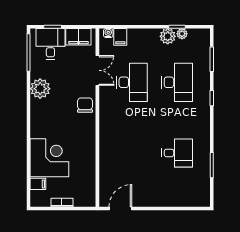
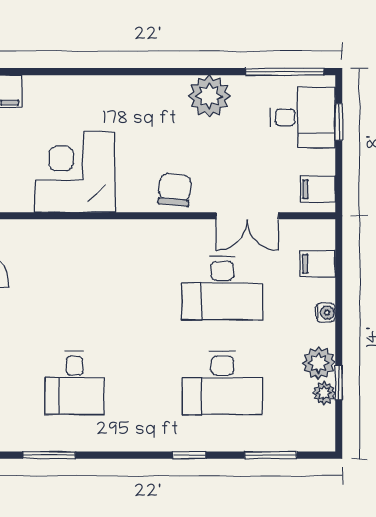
water cooler: (108, 33) -> (326, 312), moved
filing cabinet: (78, 37) -> (318, 189), width x0.50
chair: (85, 105) -> (175, 190), turned -84
corner desk: (49, 158) -> (75, 172), moved, turned 180

